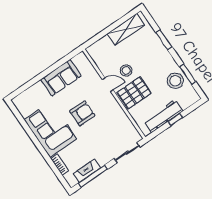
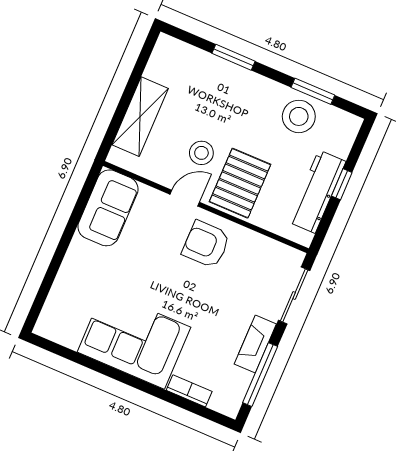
shelving: (126, 29) -> (140, 117), moved
sofa: (61, 78) -> (108, 208), moved
armchair: (82, 113) -> (206, 244), moved, turned -90
fireplace: (87, 171) -> (255, 344), moved

